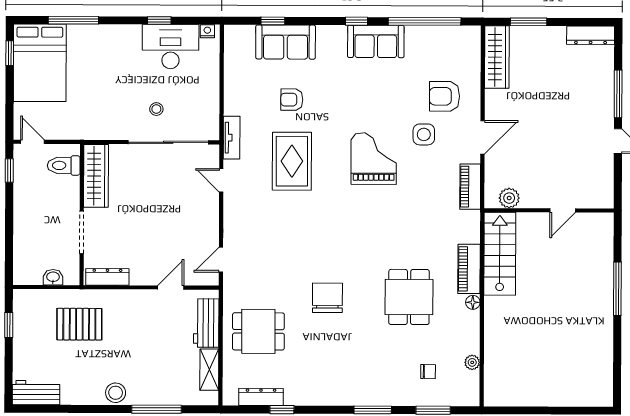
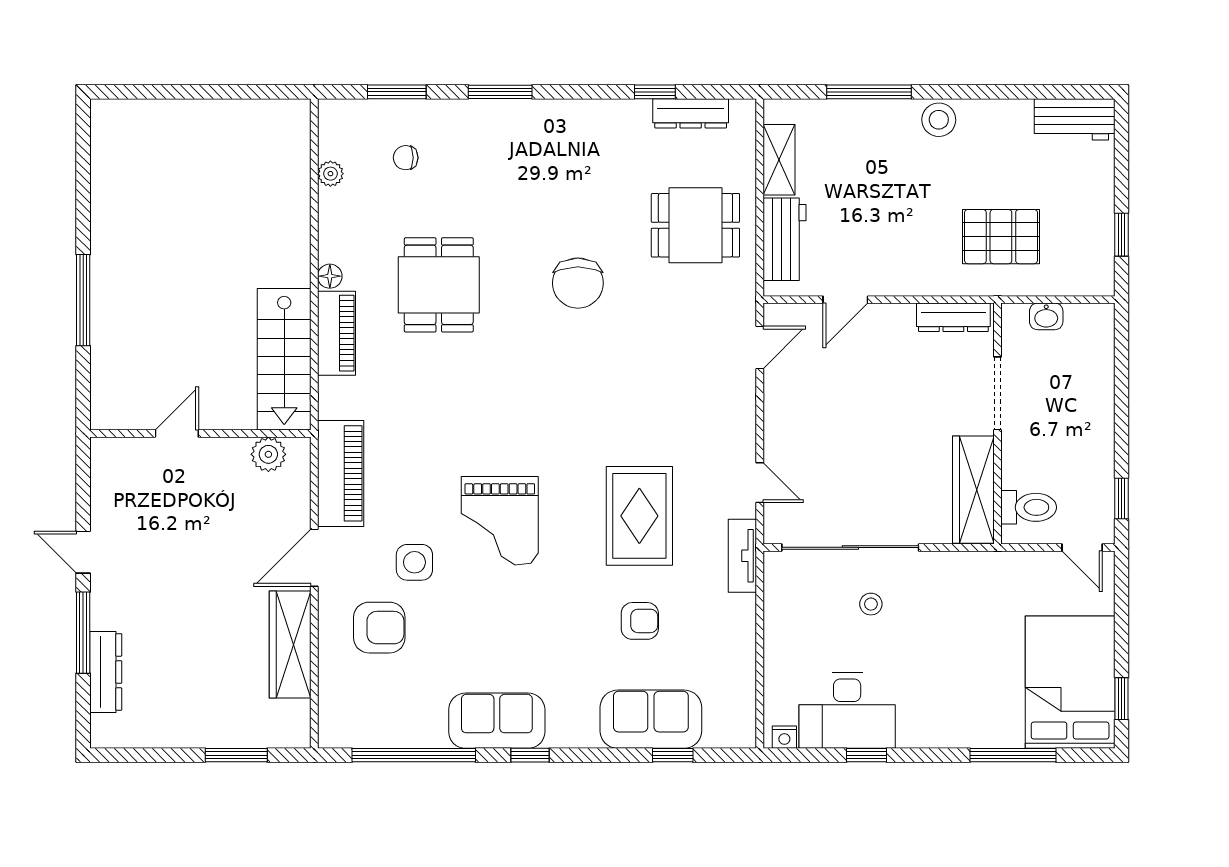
dresser: (591, 35) -> (106, 672), moved, turned 90
wardrobe: (497, 57) -> (290, 645), moved
piano: (470, 187) -> (341, 473), width x1.37, depth x1.33

